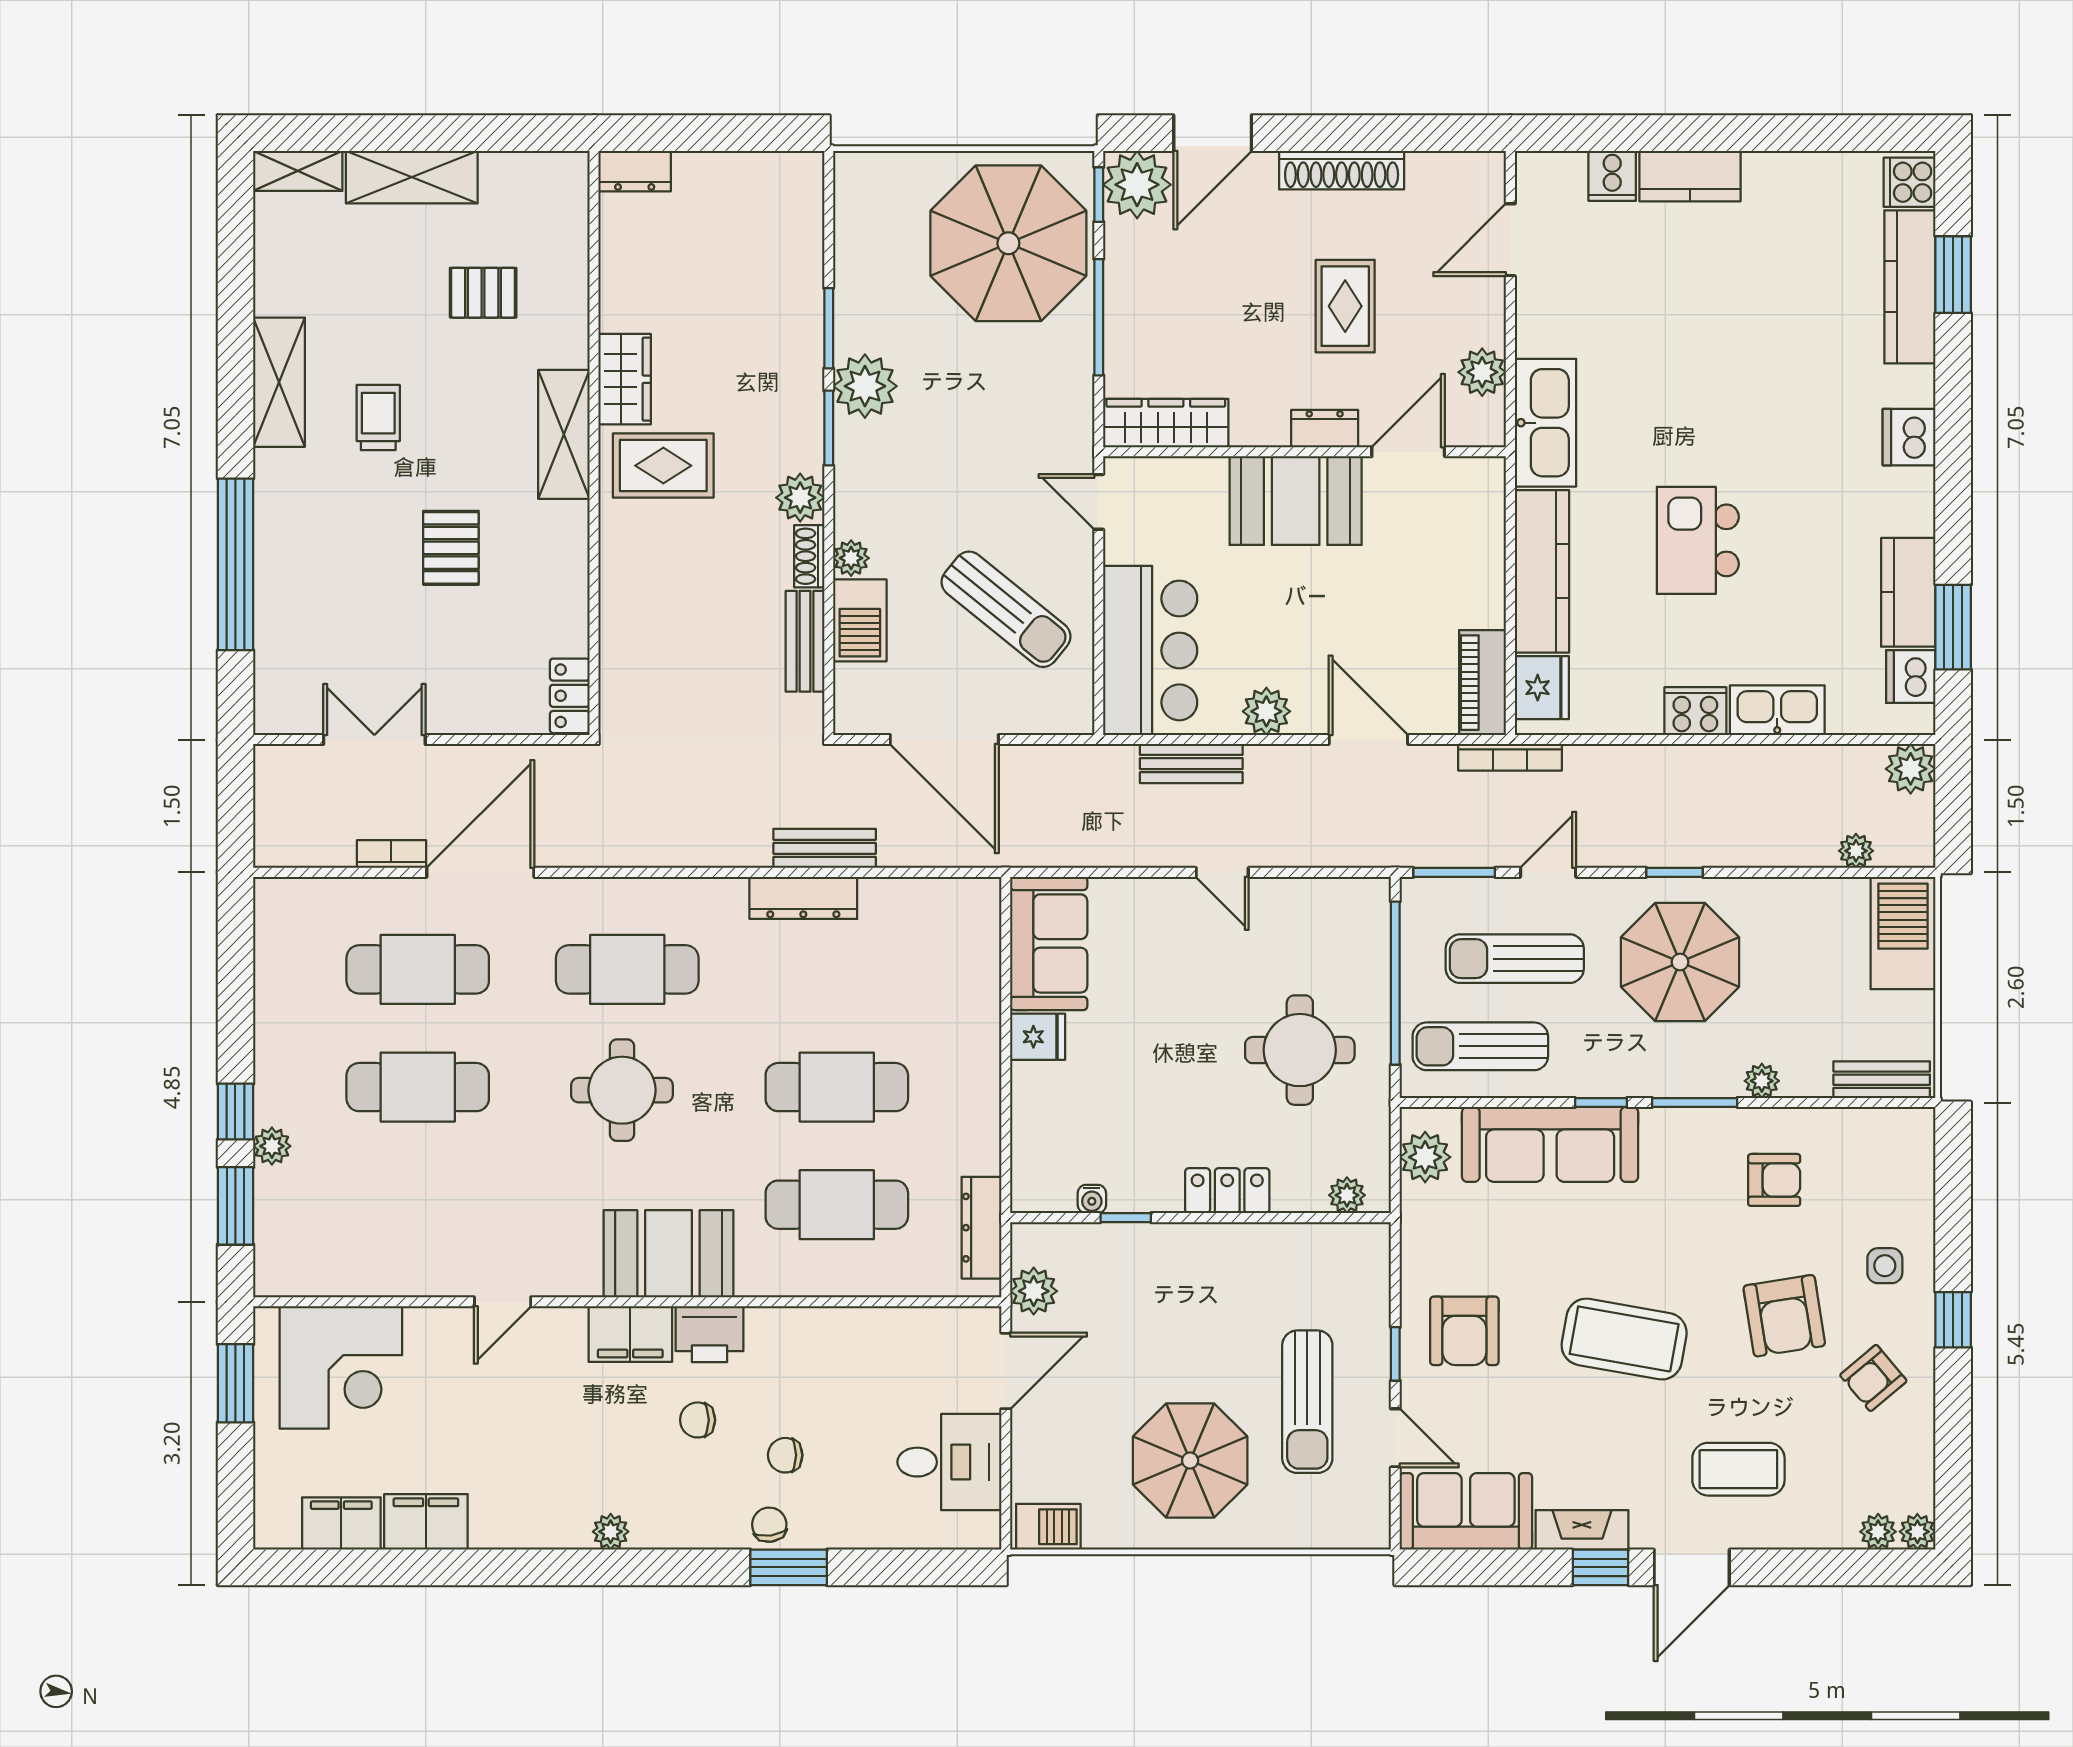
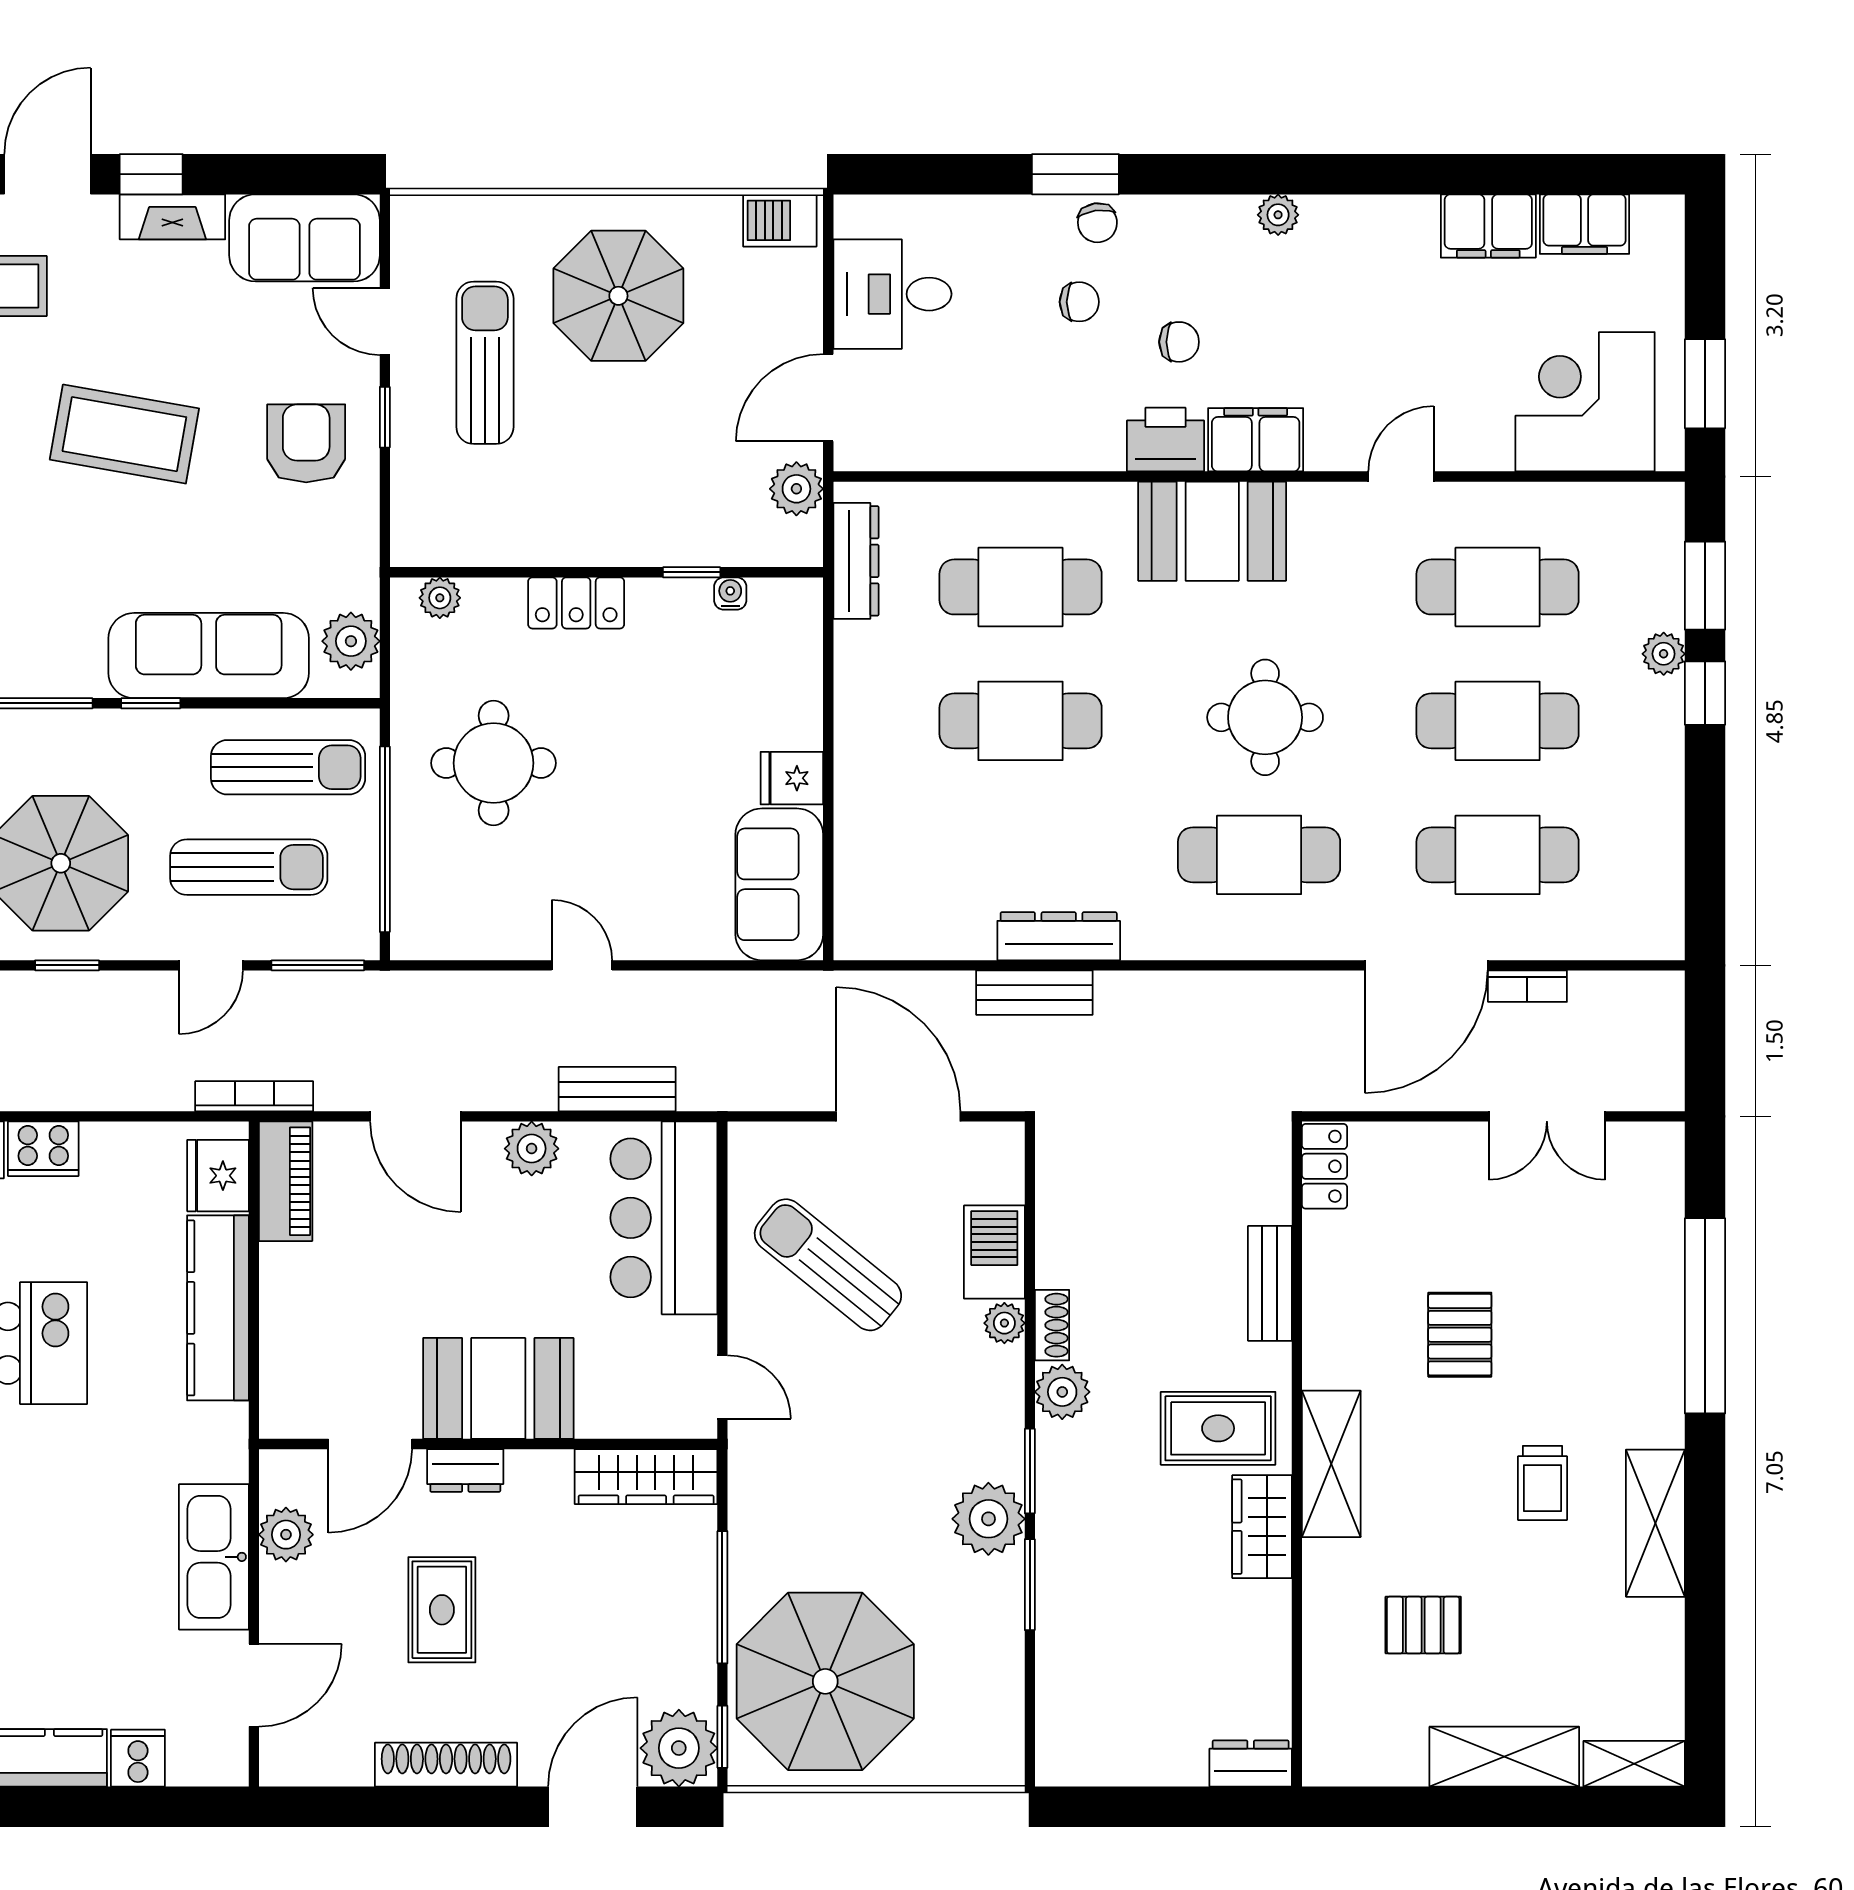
kitchen sink: (1545, 423) -> (214, 1557), moved
bench: (805, 641) -> (1270, 1283), moved
cafe table: (418, 1205) -> (1498, 587), added

